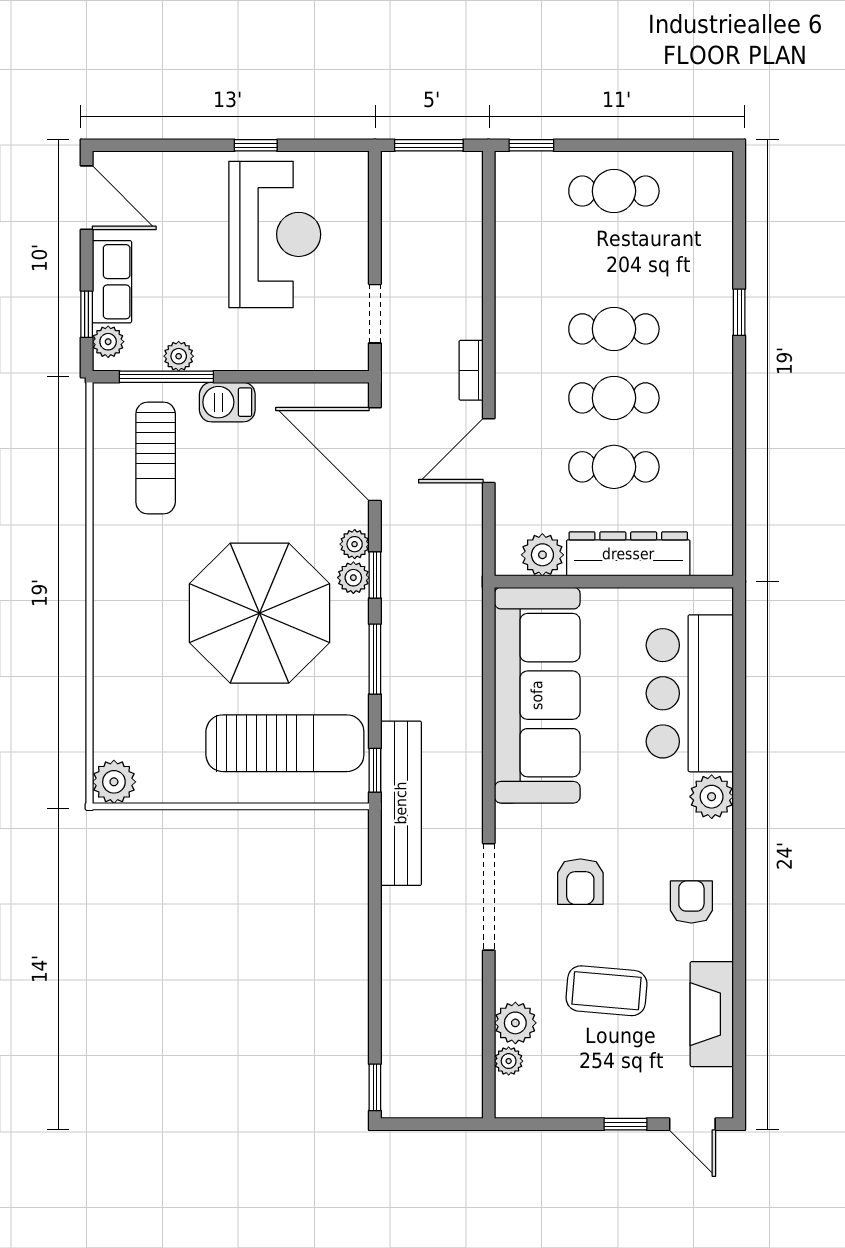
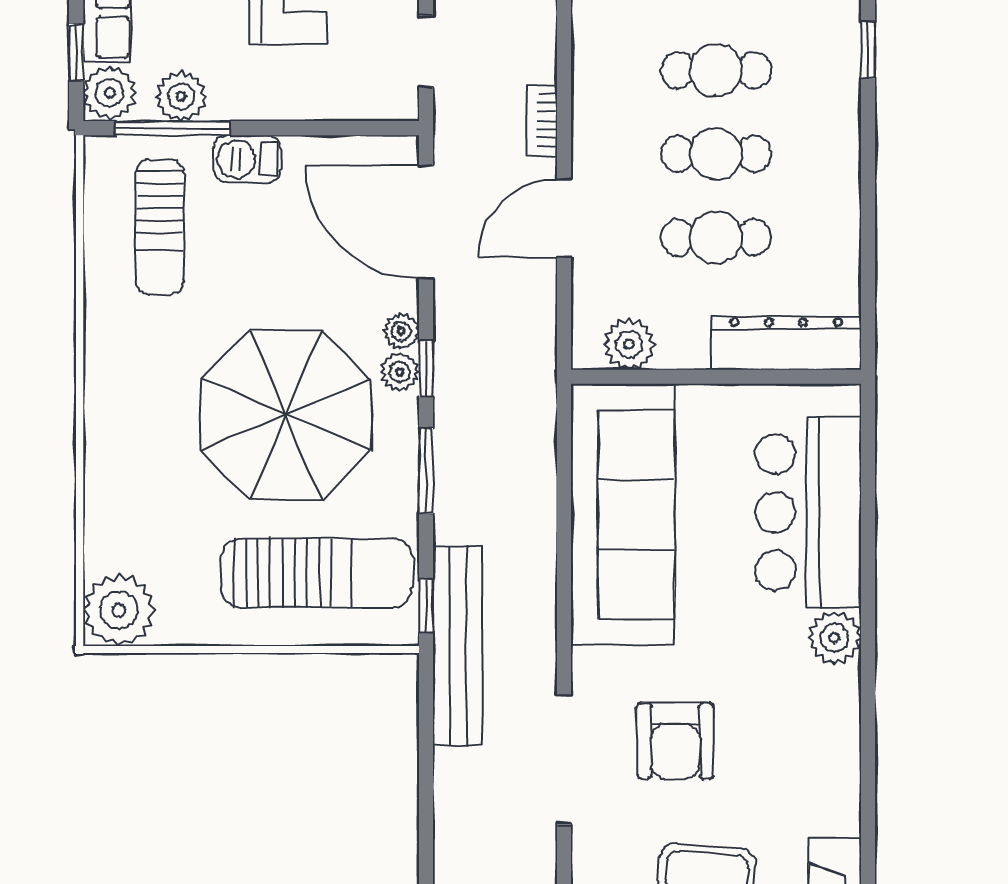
plant: (108, 342) -> (109, 93), width x1.38, depth x1.38
plant: (179, 356) -> (181, 96), width x1.38, depth x1.38
dresser: (628, 554) -> (786, 343), moved
plant: (114, 782) -> (119, 610), width x1.36, depth x1.36
armchair: (580, 882) -> (675, 741), width x1.38, depth x1.38
armchair: (691, 902) -> (810, 765), removed

